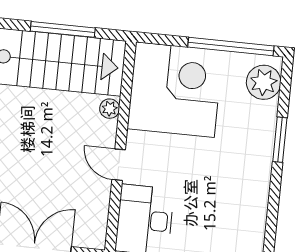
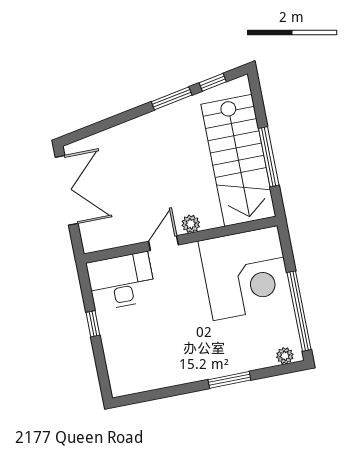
plant: (264, 82) -> (285, 356), width x0.53, depth x0.53
plant: (110, 109) -> (191, 224), moved

